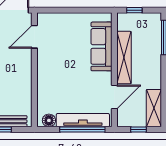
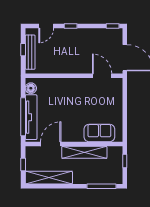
sofa: (101, 46) -> (99, 133), width x0.73
door: (114, 97) -> (51, 144), swing flipped
shelving: (154, 108) -> (49, 178), width x1.47

